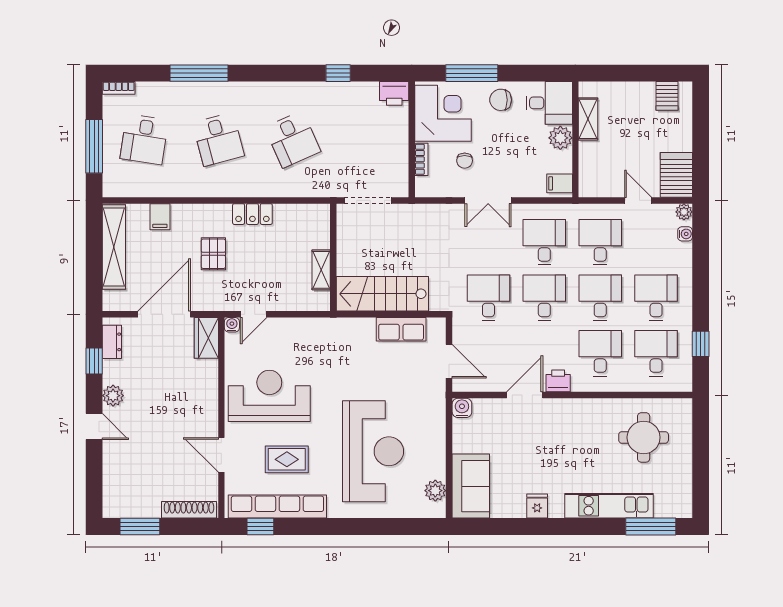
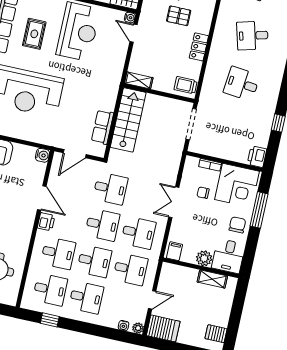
desk: (293, 139) -> (242, 84), turned 30
trolley: (313, 221) -> (186, 85), added
shelving: (321, 270) -> (139, 80), moved

